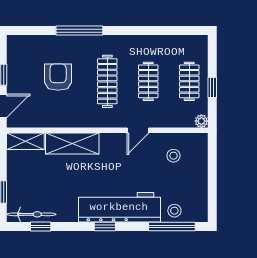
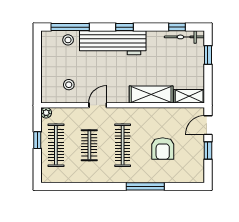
clothes rail: (189, 81) -> (56, 145), width x1.36

